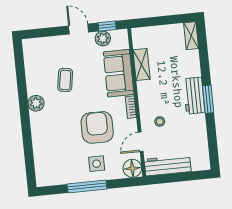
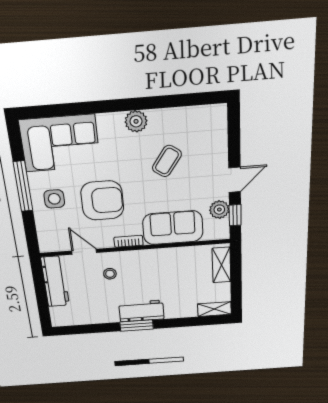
shelving: (142, 65) -> (221, 265), moved, turned 90
coffee table: (65, 80) -> (167, 161), turned -64
corner sofa: (53, 158) -> (60, 143), added
floor lamp: (132, 168) -> (50, 242), removed

